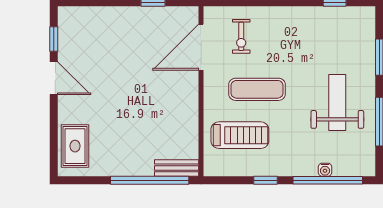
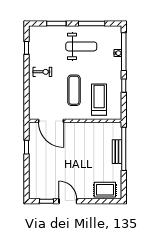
exercise bike: (241, 36) -> (42, 72), moved
door: (54, 78) -> (68, 201), hinge flipped
weight bench: (337, 103) -> (81, 46), turned 180
bench: (177, 168) -> (117, 152), moved

